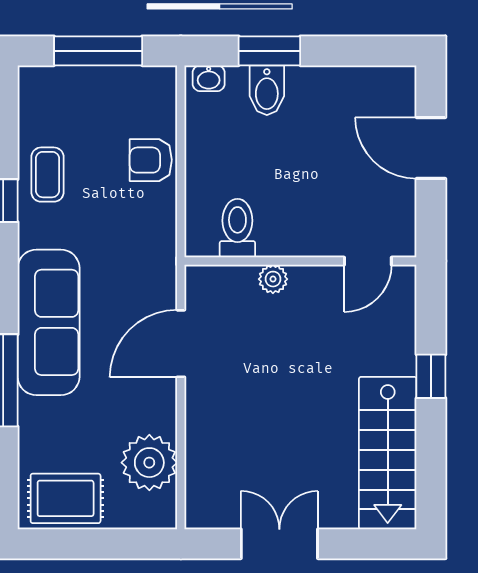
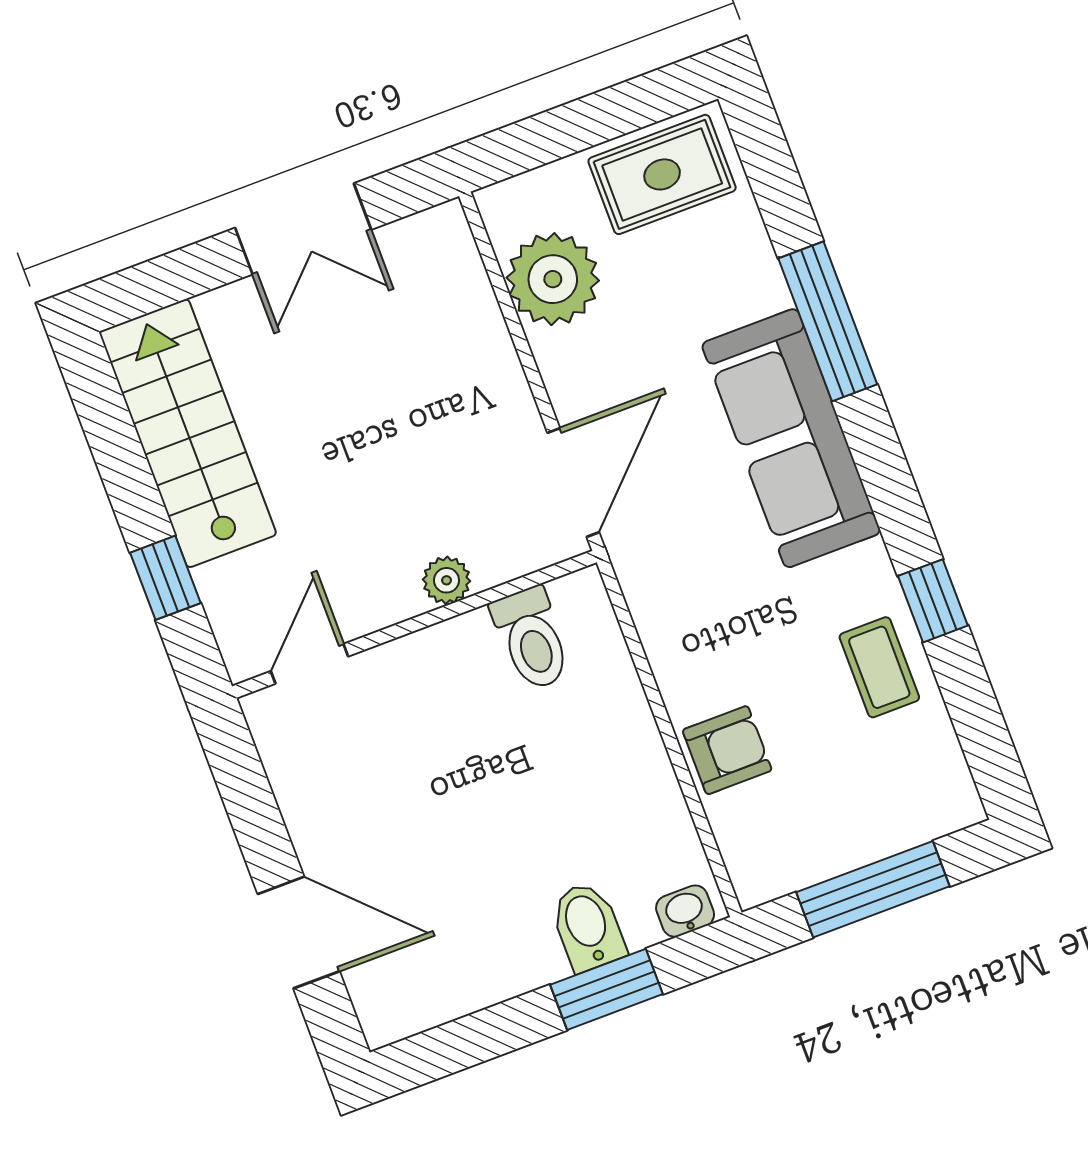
toilet: (237, 228) -> (532, 639), moved
wall: (300, 261) -> (414, 624), moved
door: (368, 261) -> (309, 664), moved
plant: (273, 279) -> (447, 580), moved

